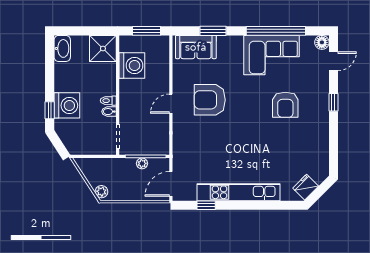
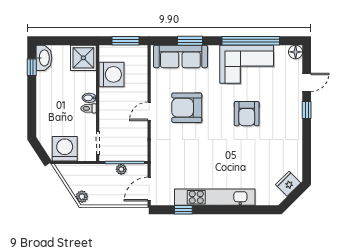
sofa: (196, 47) -> (180, 56), width x1.36
door: (333, 61) -> (307, 82), moved
washing machine: (67, 105) -> (65, 149), moved, turned -90
armchair: (285, 105) -> (247, 114), moved
window: (50, 110) -> (32, 67), moved
bidet: (109, 112) -> (89, 98), moved
fridge: (306, 187) -> (288, 184), moved

